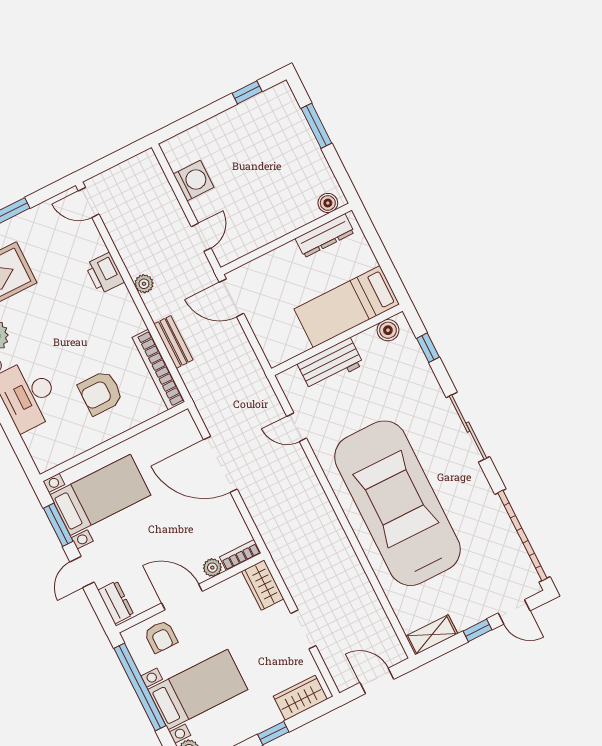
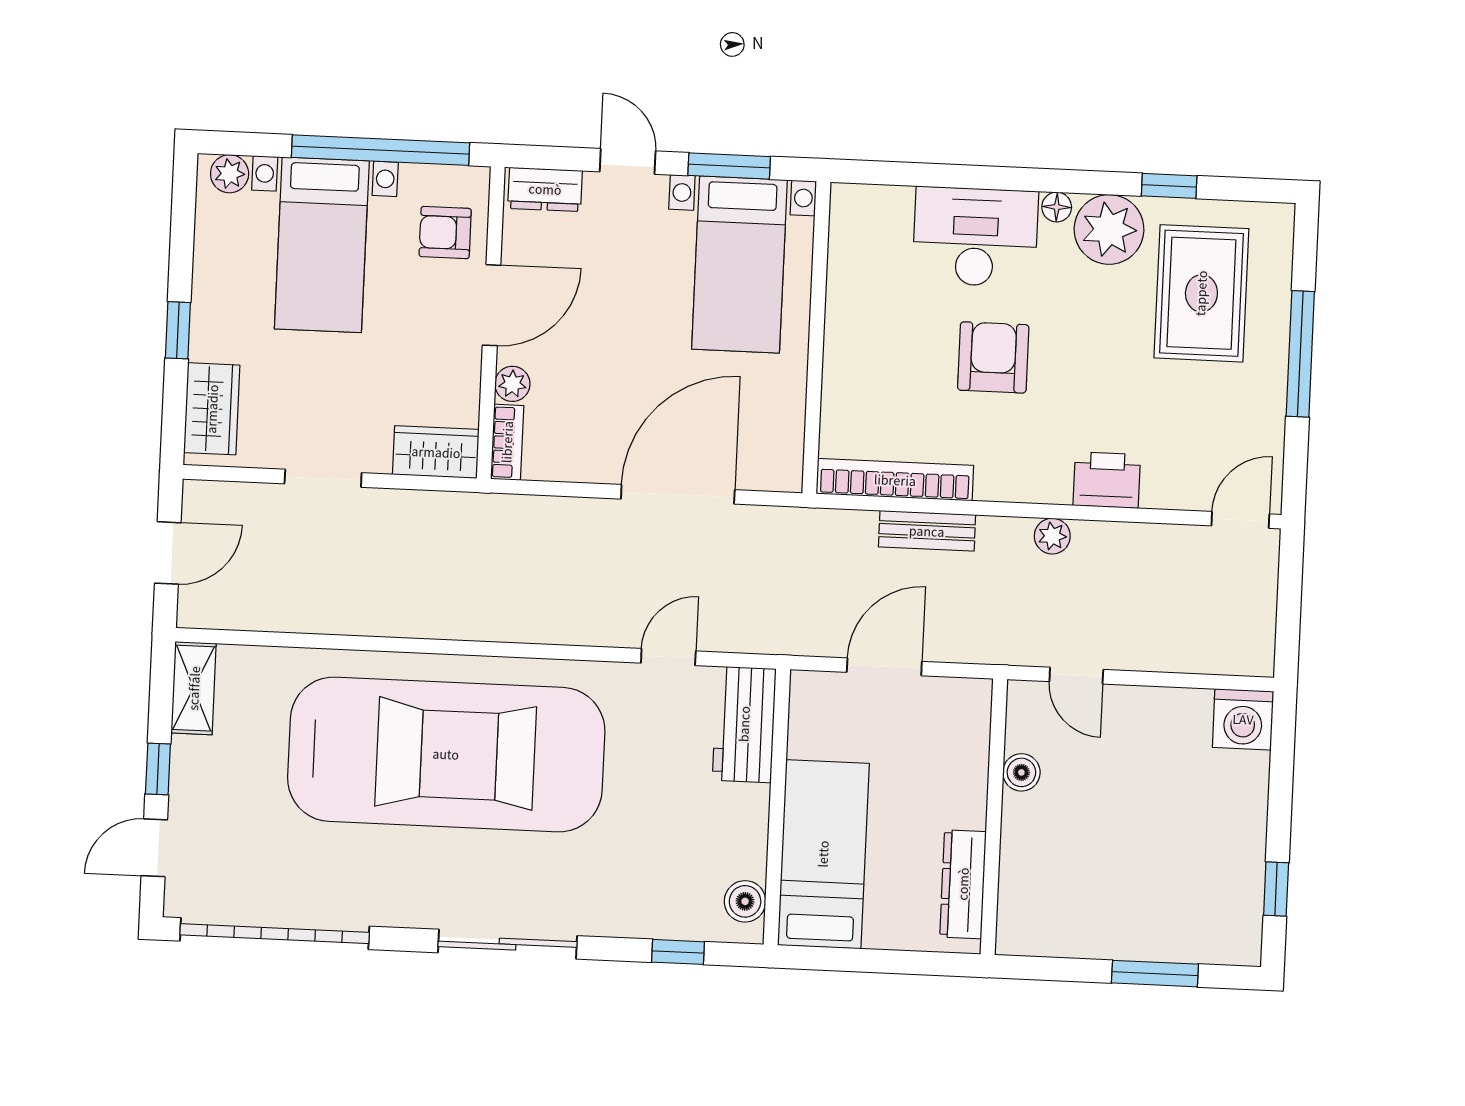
washing machine: (194, 181) -> (1243, 719), moved
boiler: (328, 203) -> (1021, 772), moved
door: (232, 298) -> (884, 667), moved
workbench: (330, 364) -> (744, 724), moved
armchair: (101, 393) -> (993, 357), moved

